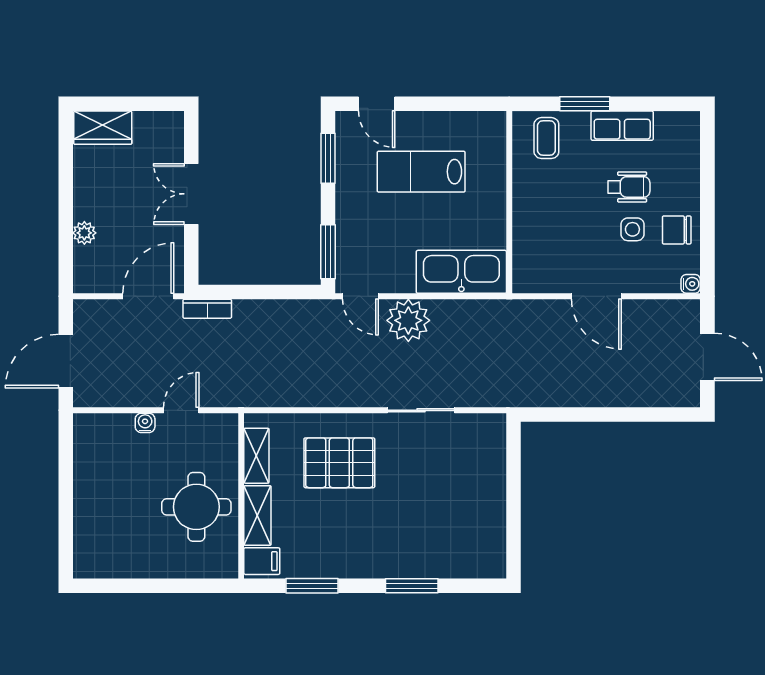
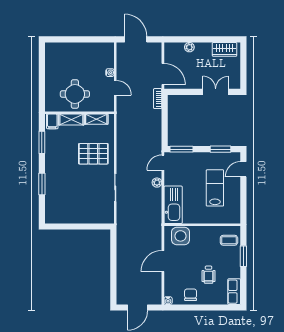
row of seats: (622, 126) -> (234, 292), moved
wardrobe: (103, 128) -> (225, 49), moved, turned -90
double door: (191, 194) -> (216, 92), moved
side table: (632, 229) -> (181, 236), moved, width x1.87, depth x1.87
plant: (408, 320) -> (157, 183), width x0.53, depth x0.53
pallet: (339, 463) -> (93, 154), turned 90

